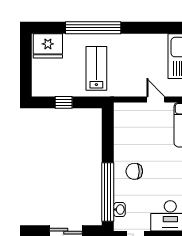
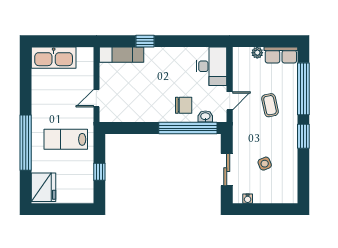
door: (156, 99) -> (96, 98), moved
chair: (134, 171) -> (184, 105), moved, turned -90

